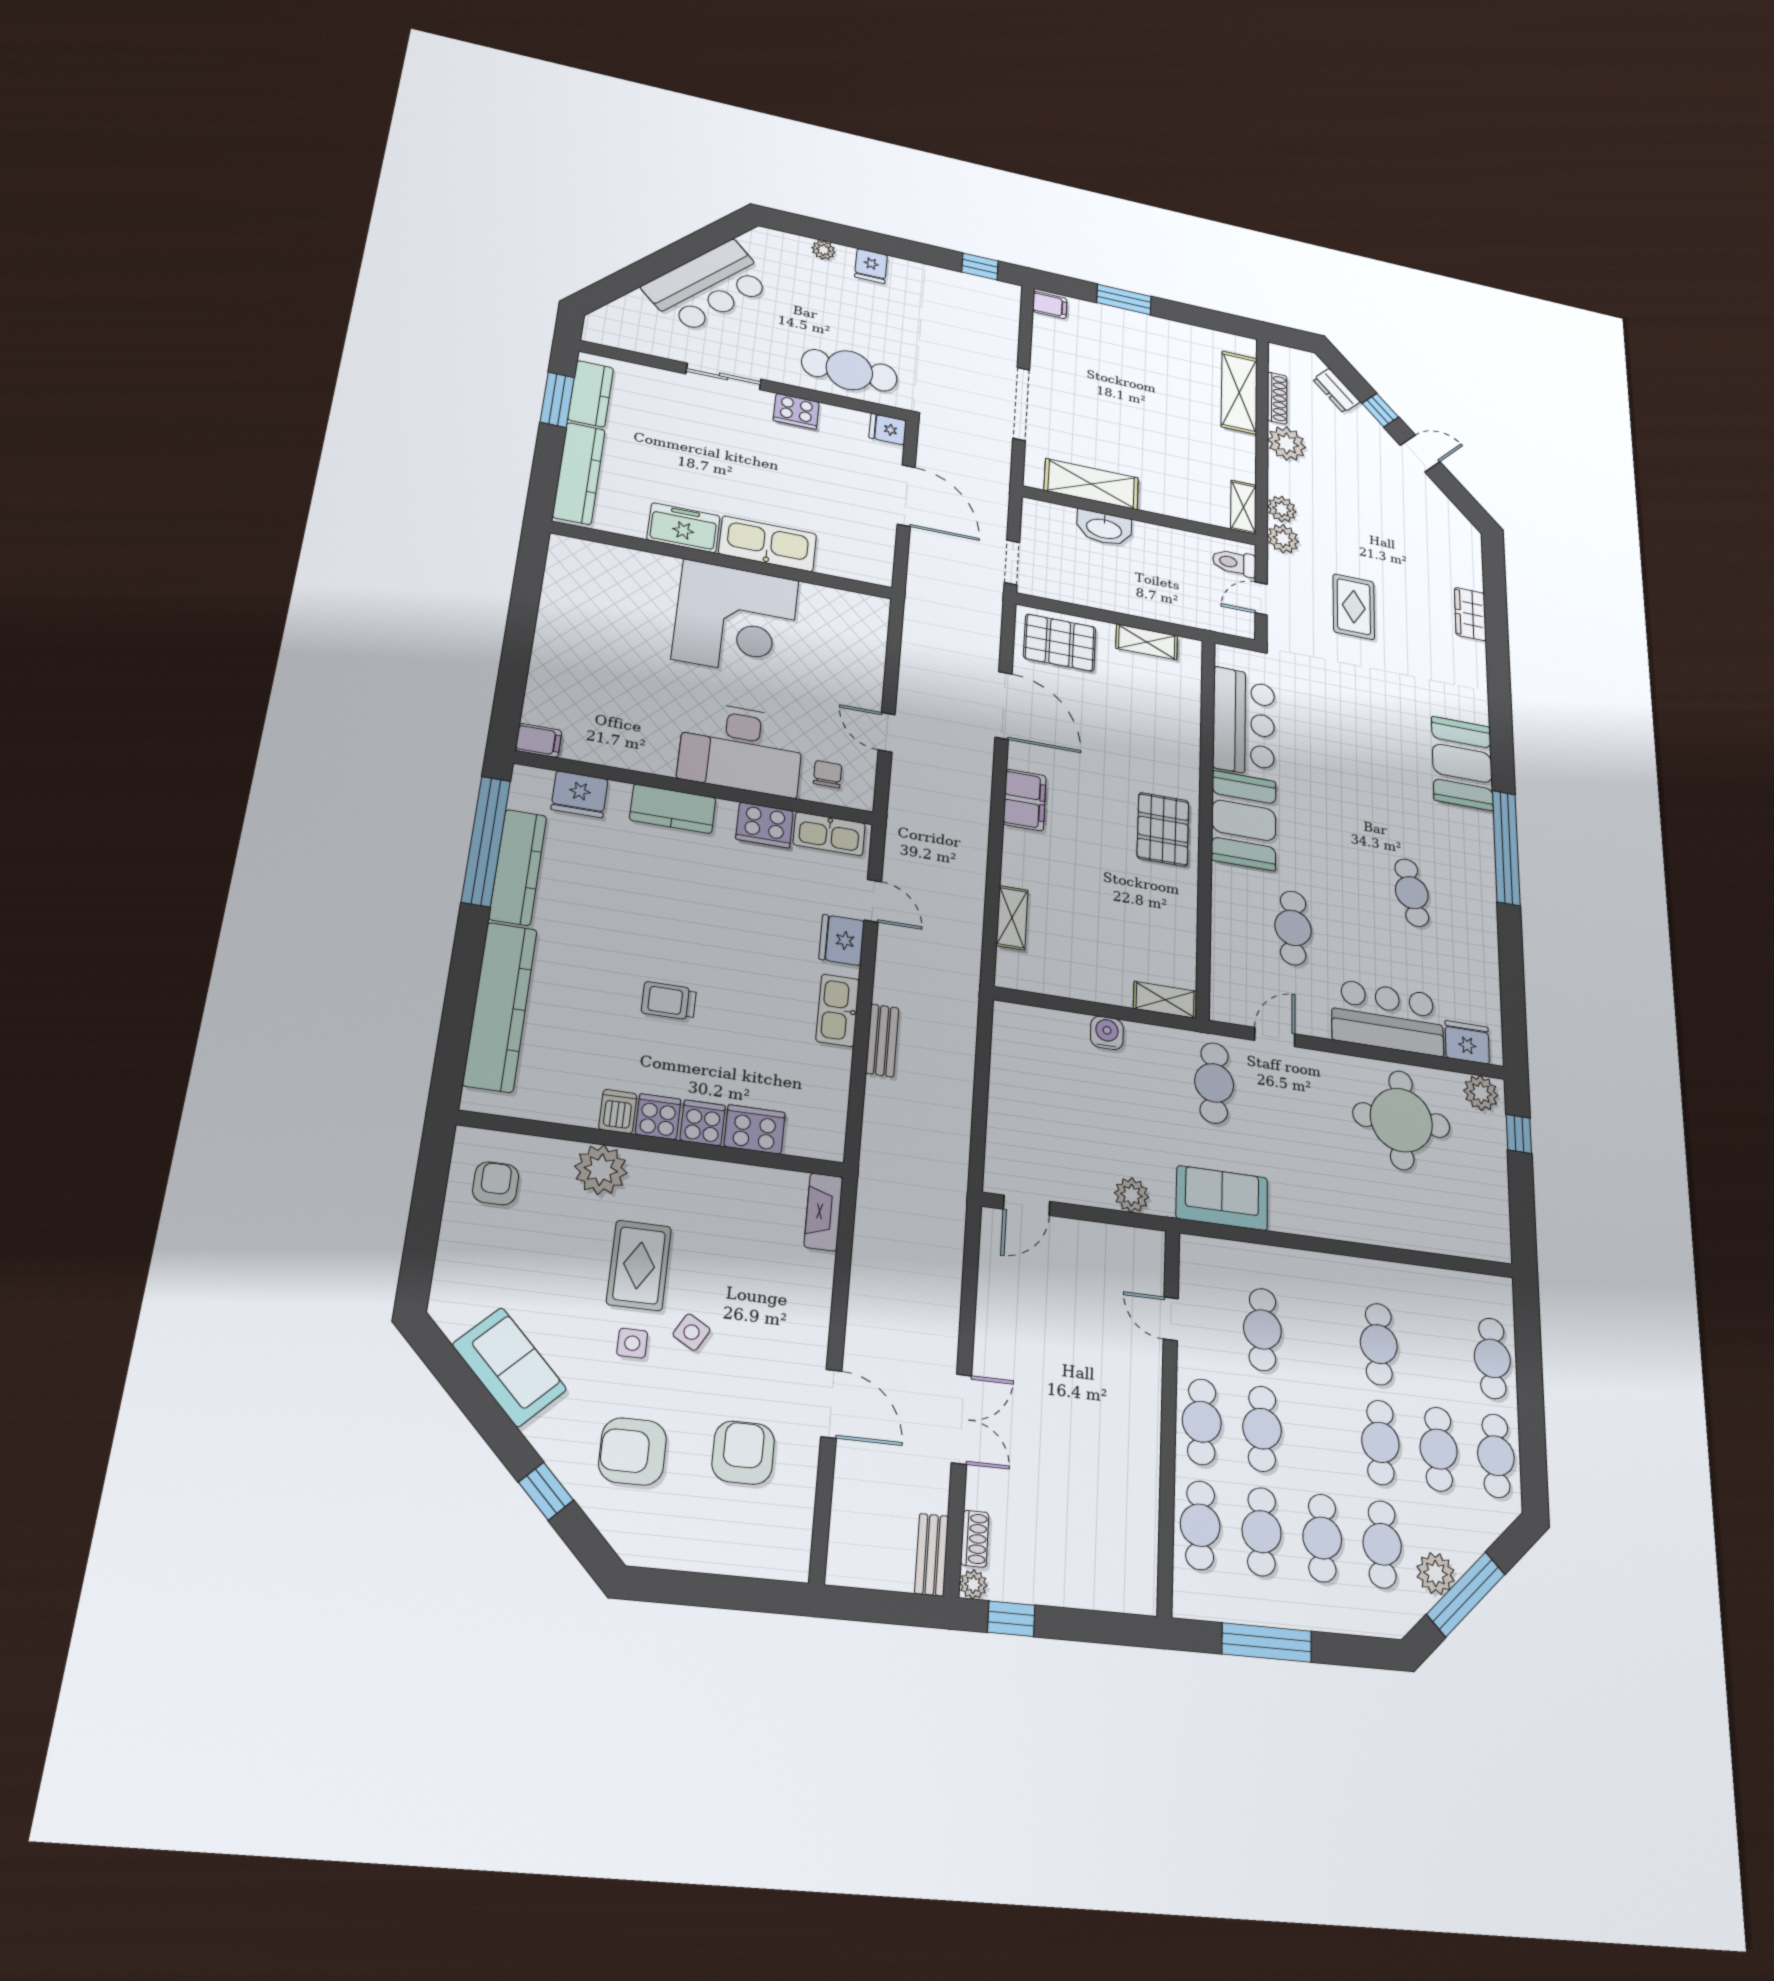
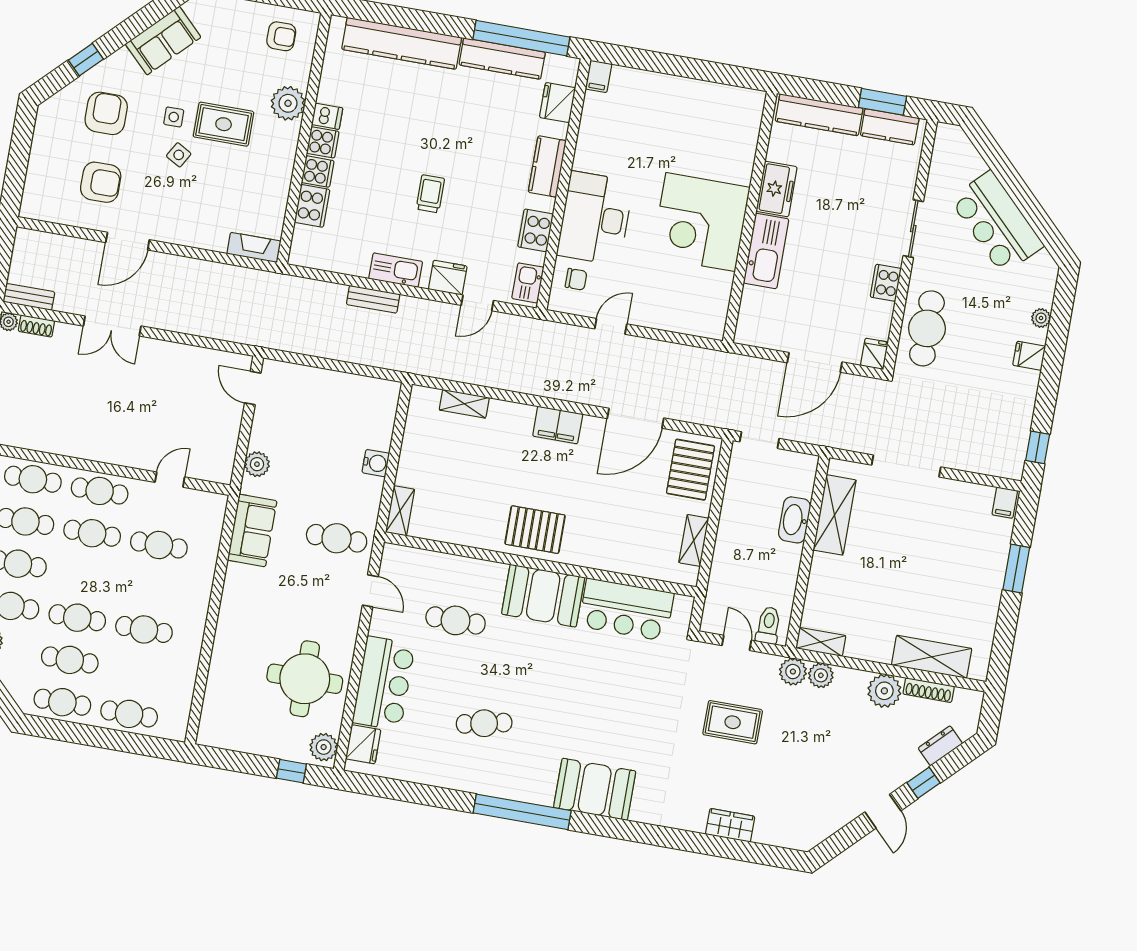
kitchen sink: (829, 834) -> (528, 283), width x0.73
trolley: (669, 1001) -> (430, 194), moved

